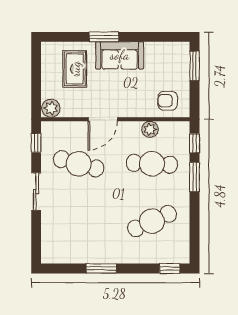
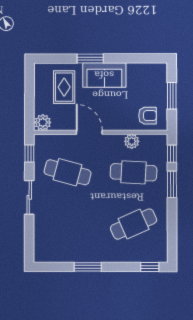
window: (195, 66) -> (172, 96), moved
armchair: (168, 101) -> (148, 116), turned 180
door: (103, 119) -> (89, 132), swing flipped

